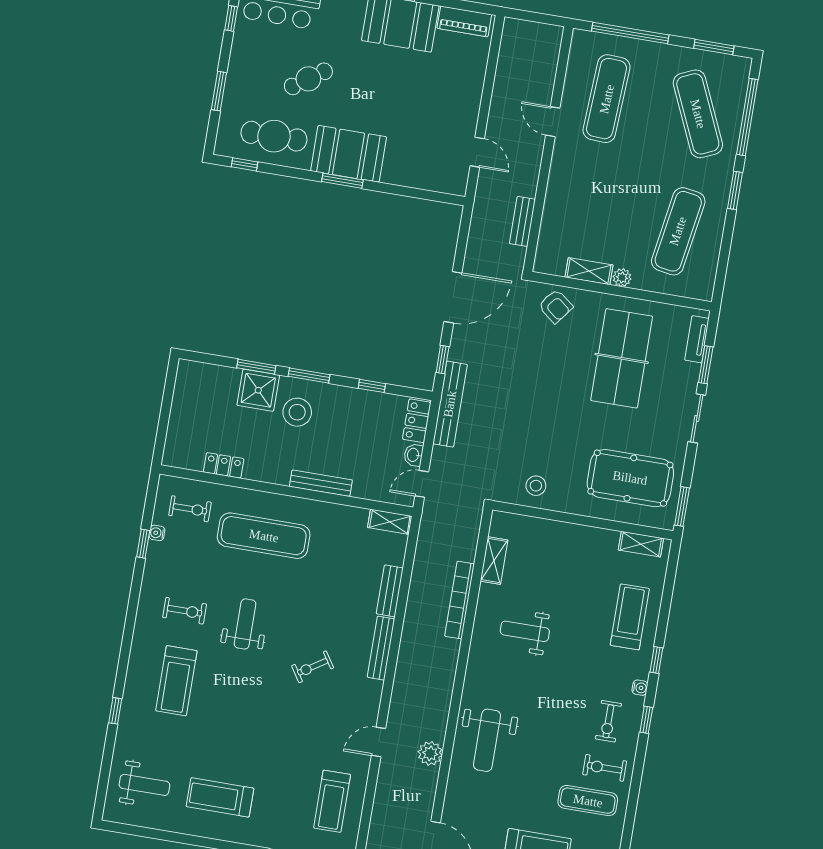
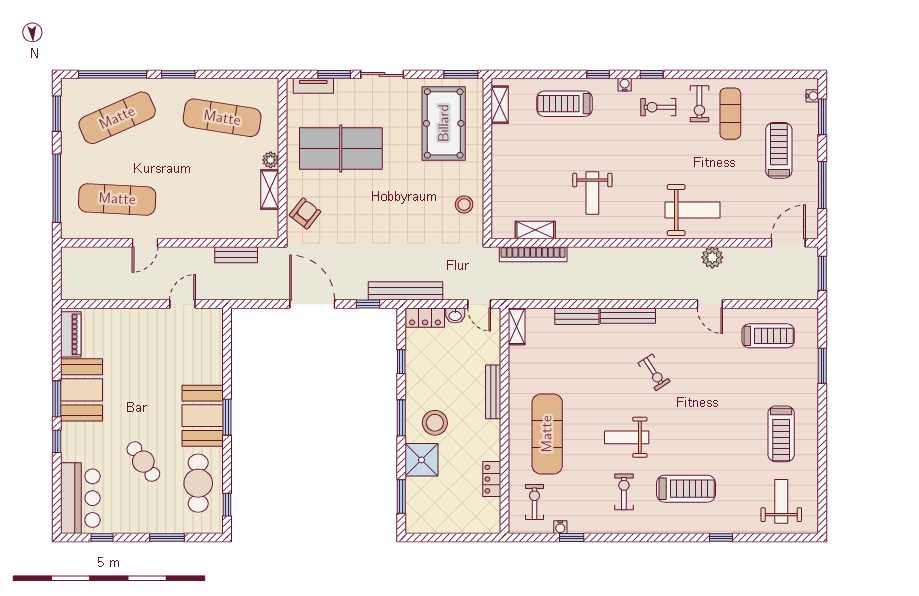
window: (256, 367) -> (401, 496), moved
bookcase: (460, 600) -> (533, 254), moved
exercise bike: (608, 721) -> (658, 107), turned 180

